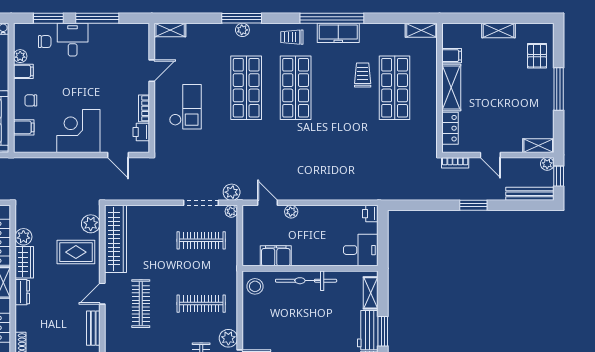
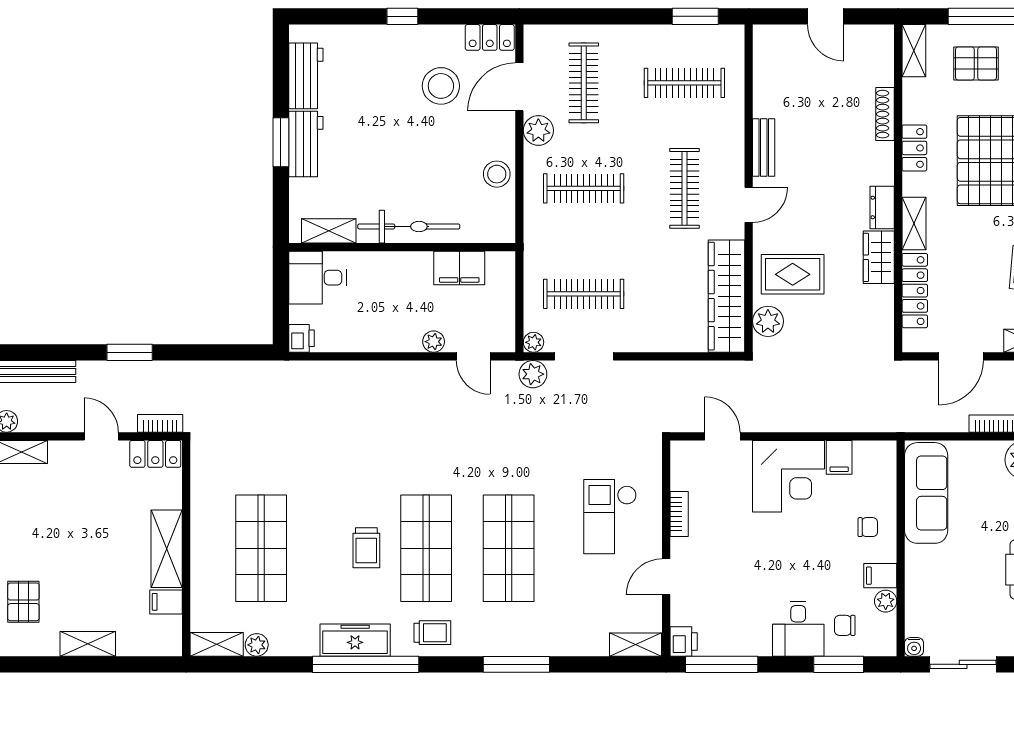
window: (97, 18) -> (722, 664), moved
plant: (242, 30) -> (257, 645), moved
trolley: (363, 75) -> (366, 548), moved
filing cabinet: (24, 127) -> (839, 457), moved, turned -90
locker: (450, 128) -> (155, 454), moved, turned -90
printer: (141, 132) -> (684, 641), moved
plant: (23, 237) -> (880, 300), removed
stool: (255, 286) -> (497, 174), moved
shelving: (371, 293) -> (329, 231), moved, turned 90

